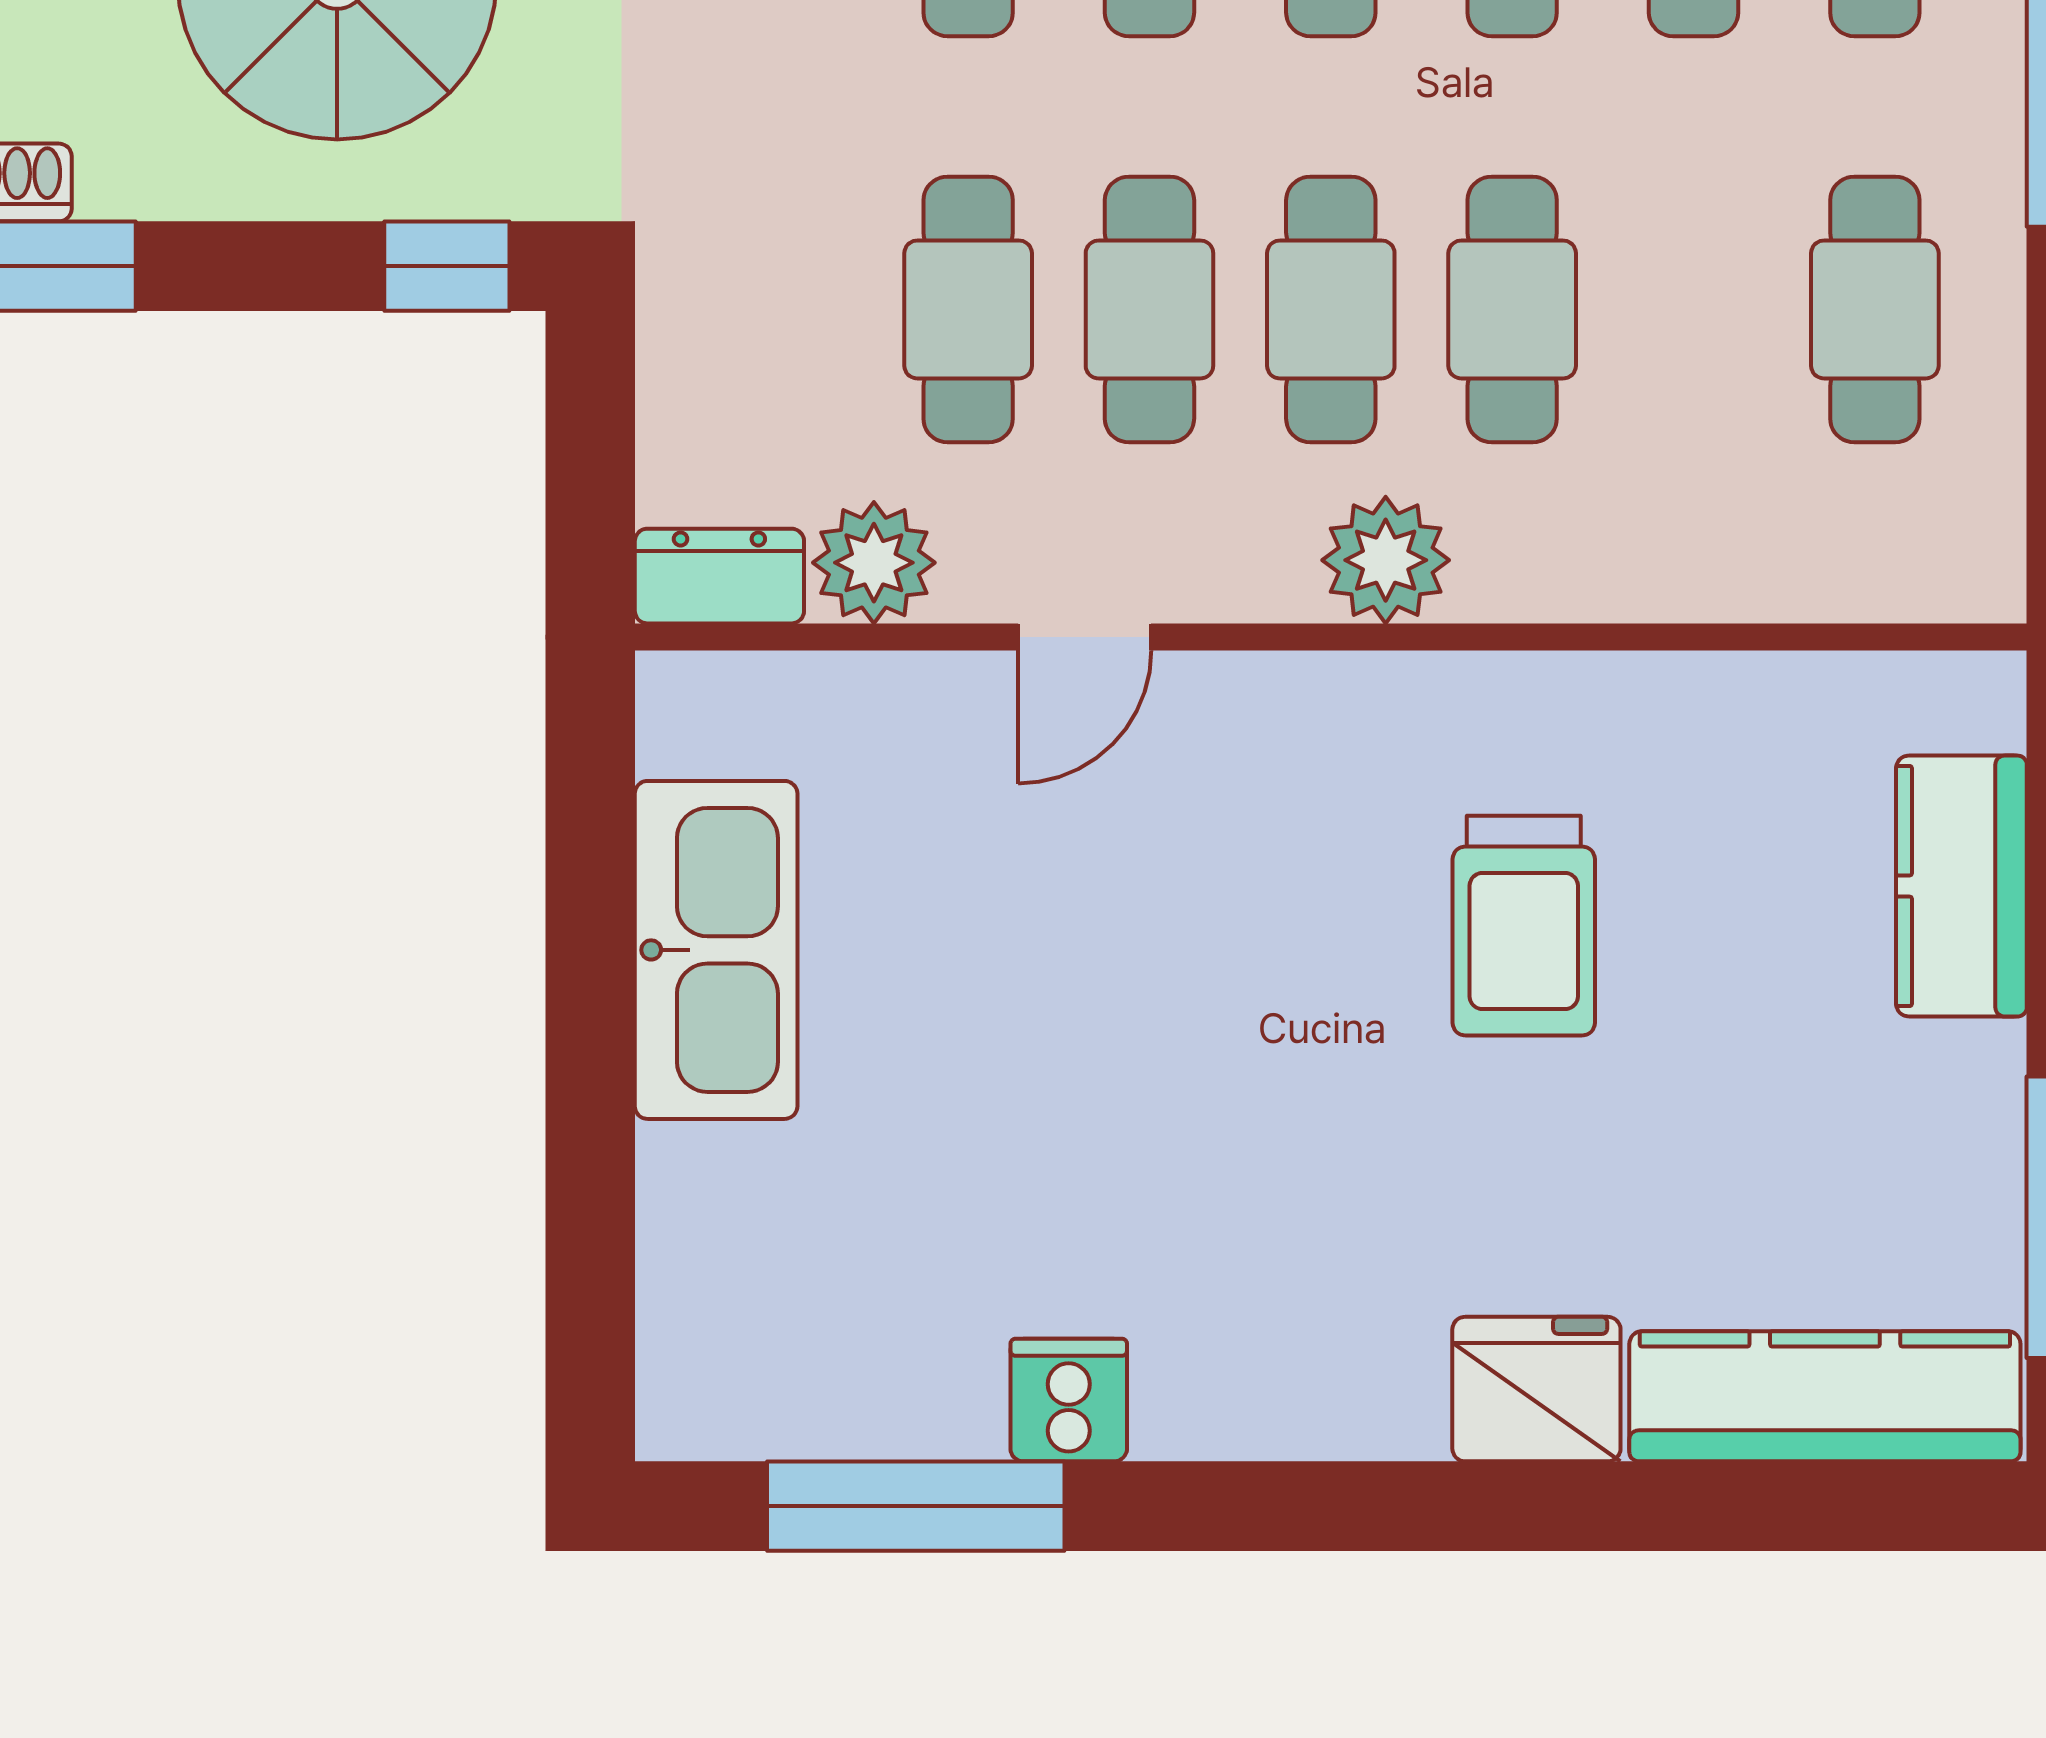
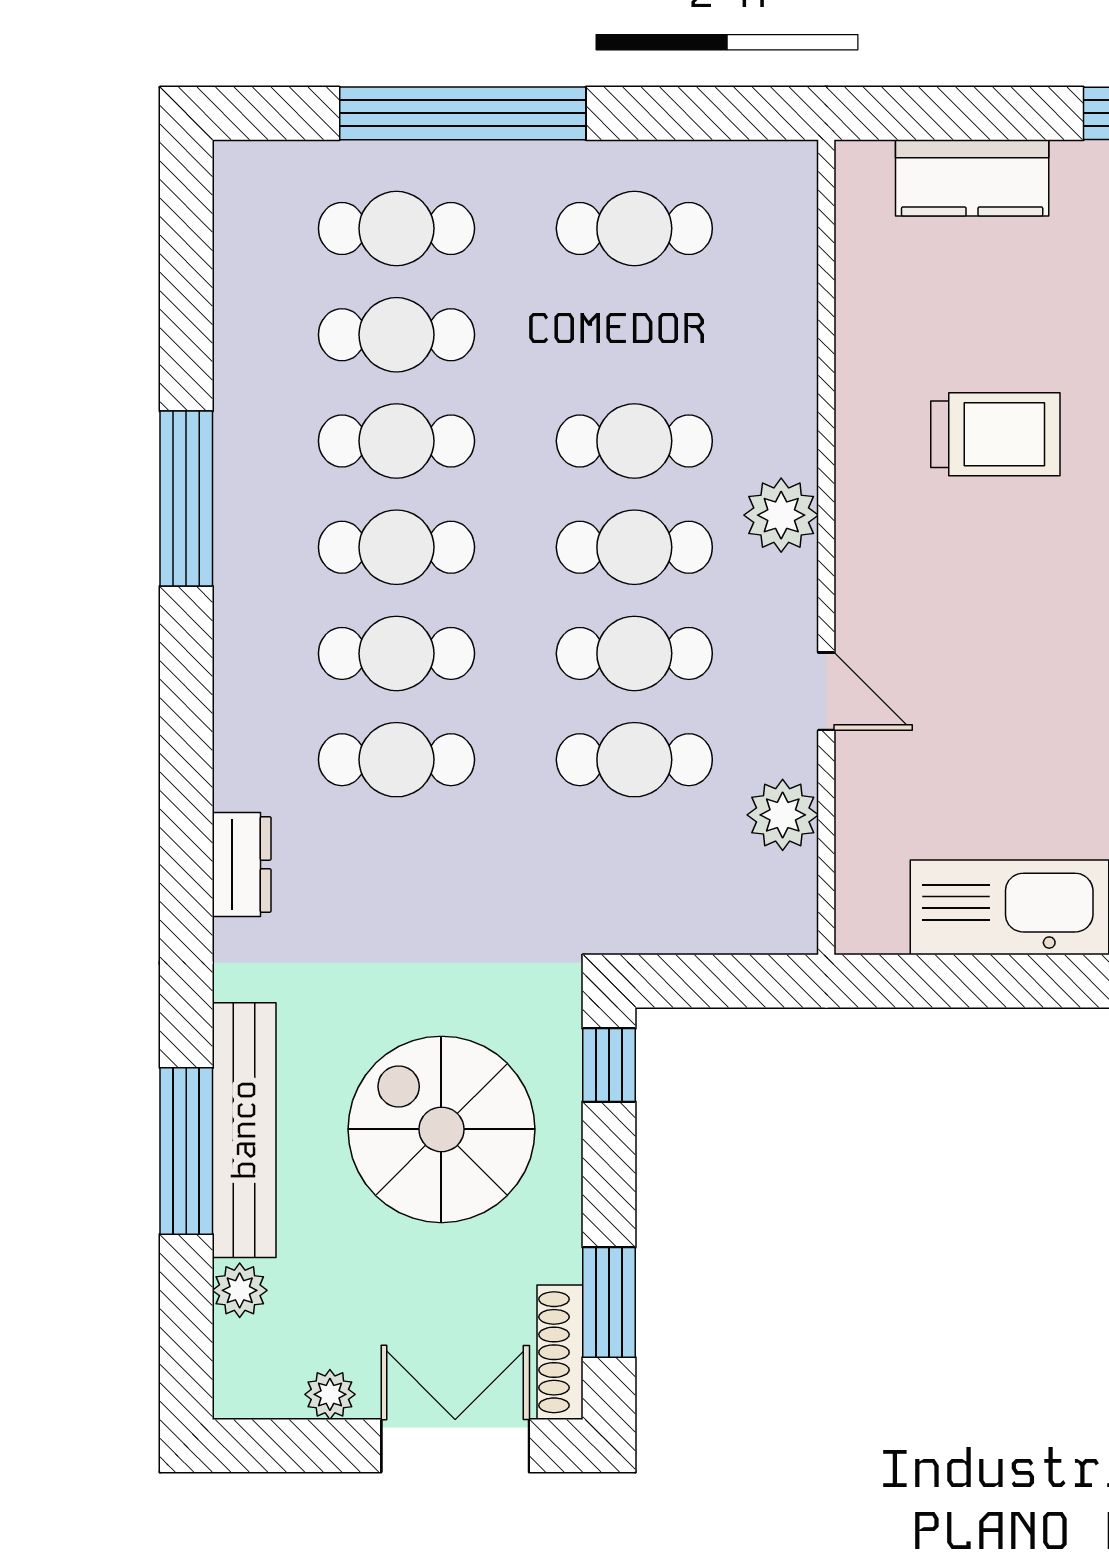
dresser: (719, 576) -> (791, 905), removed

